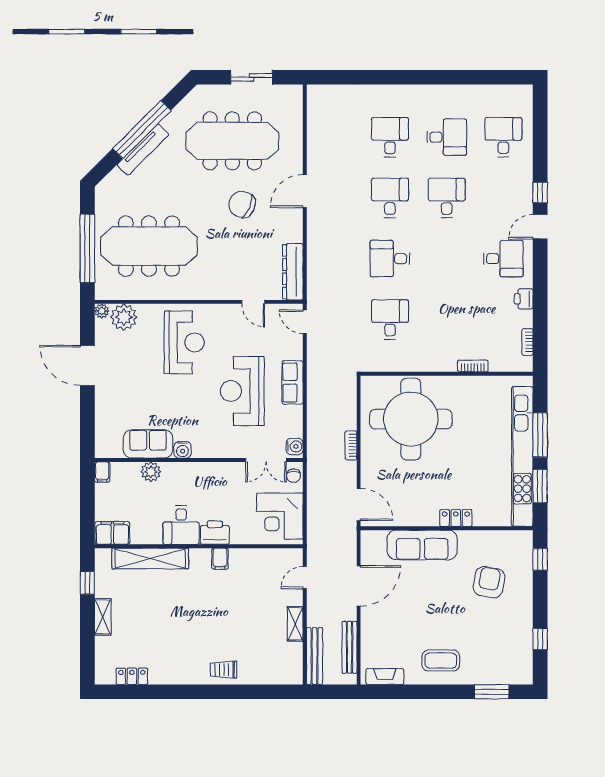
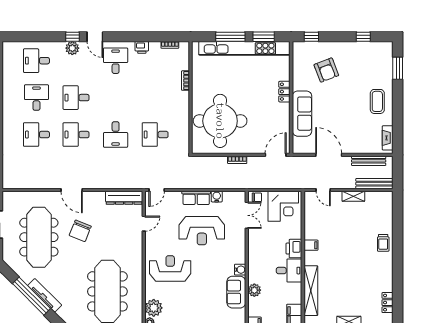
plant: (523, 192) -> (72, 48), added
water cooler: (295, 446) -> (217, 197), moved
armchair: (489, 582) -> (326, 70), turned -121

